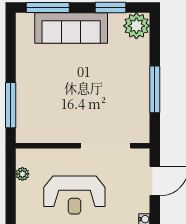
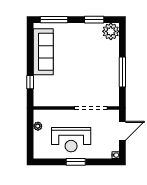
sofa: (71, 28) -> (43, 52), moved, turned -90
window: (11, 105) -> (30, 82), width x0.46

